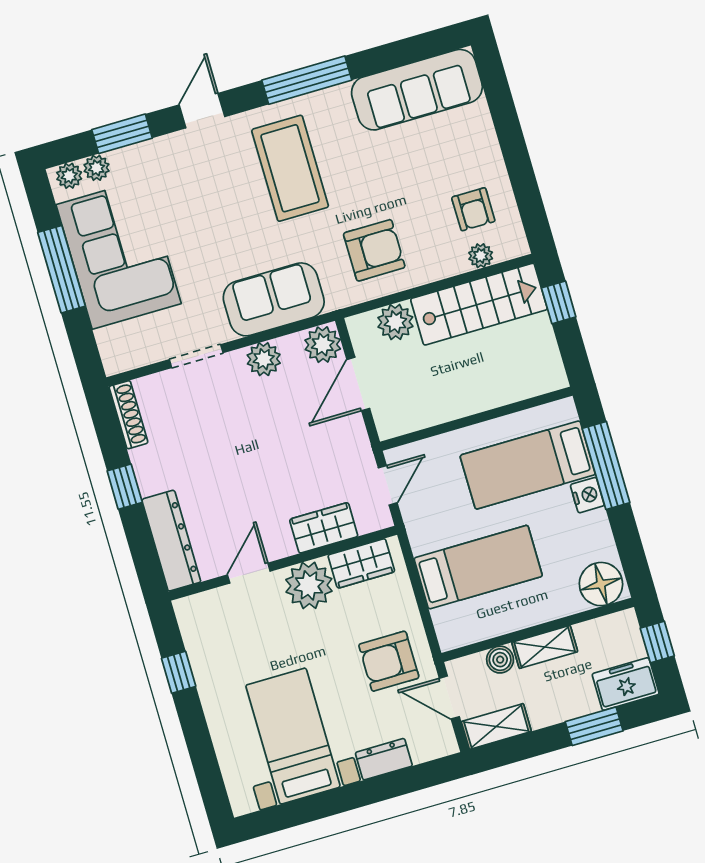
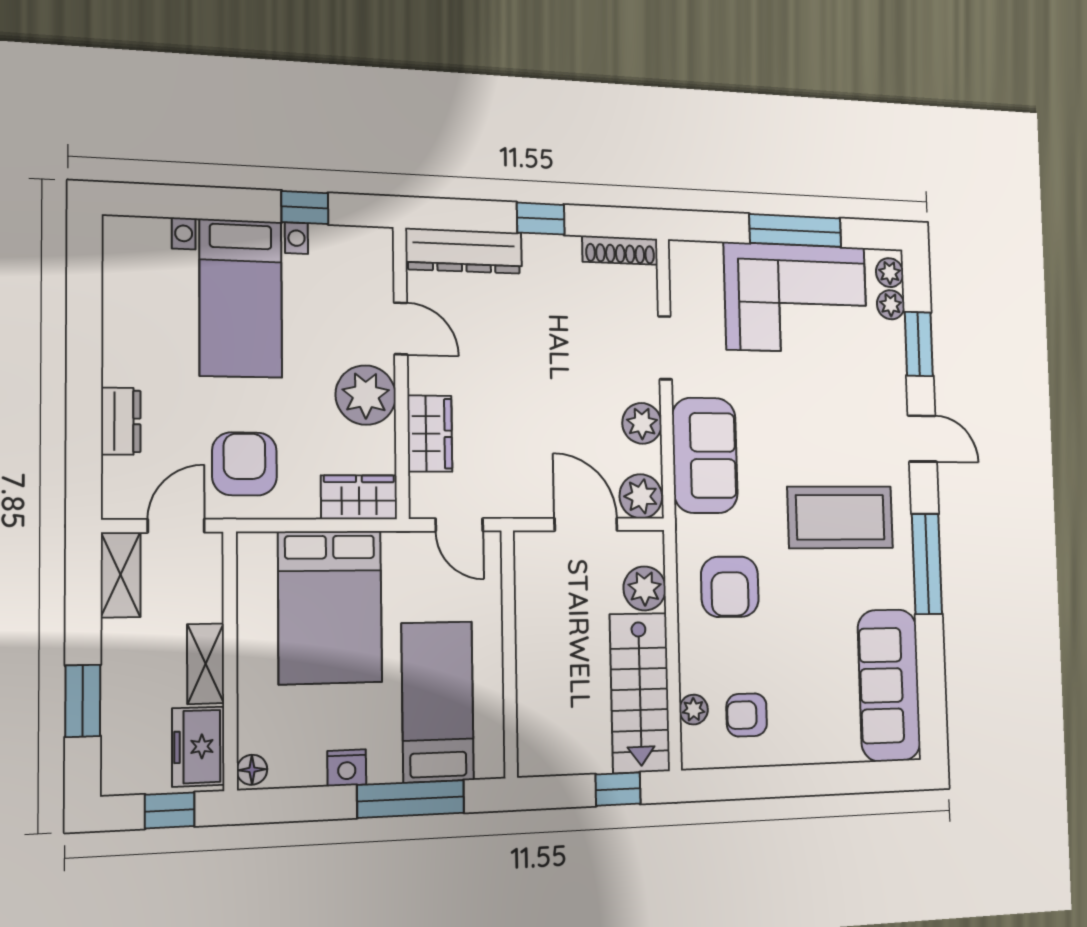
nightstand: (587, 495) -> (347, 768), moved
wardrobe: (361, 563) -> (359, 497), moved, turned 90
bed: (478, 567) -> (330, 607), width x1.50
floor lamp: (601, 584) -> (252, 770), width x0.53, depth x0.53
boiler: (500, 660) -> (206, 603), removed
freezer: (626, 684) -> (198, 747), moved, turned 180
bed with nightstands: (293, 736) -> (241, 298), moved, turned 90

